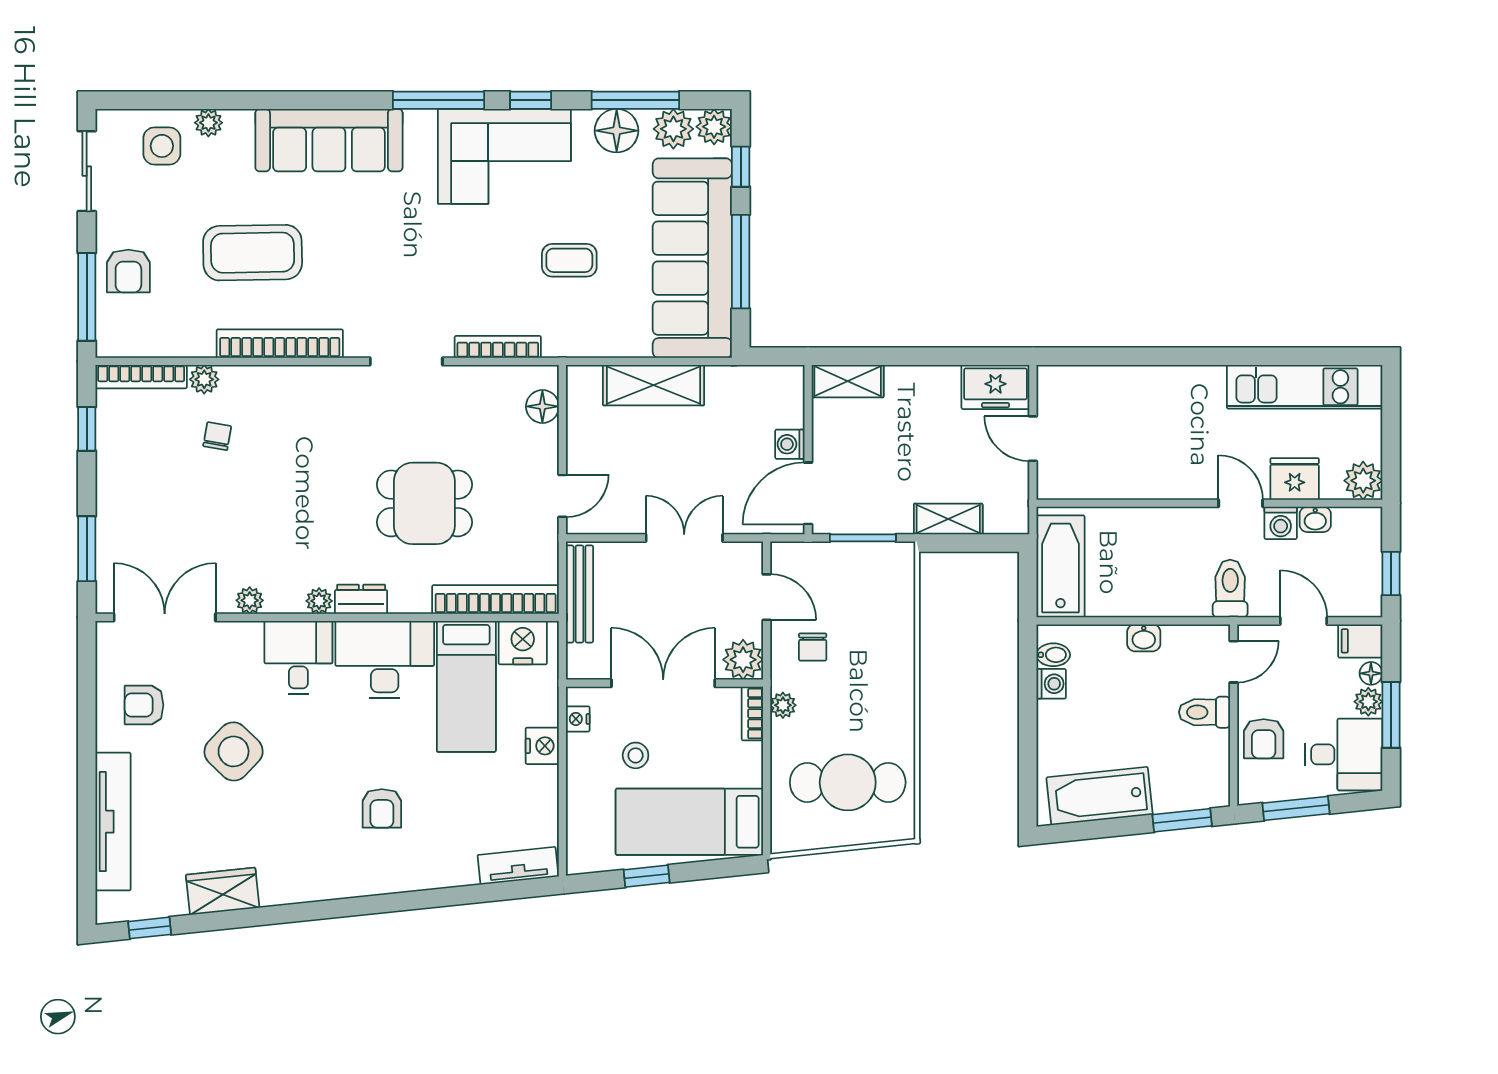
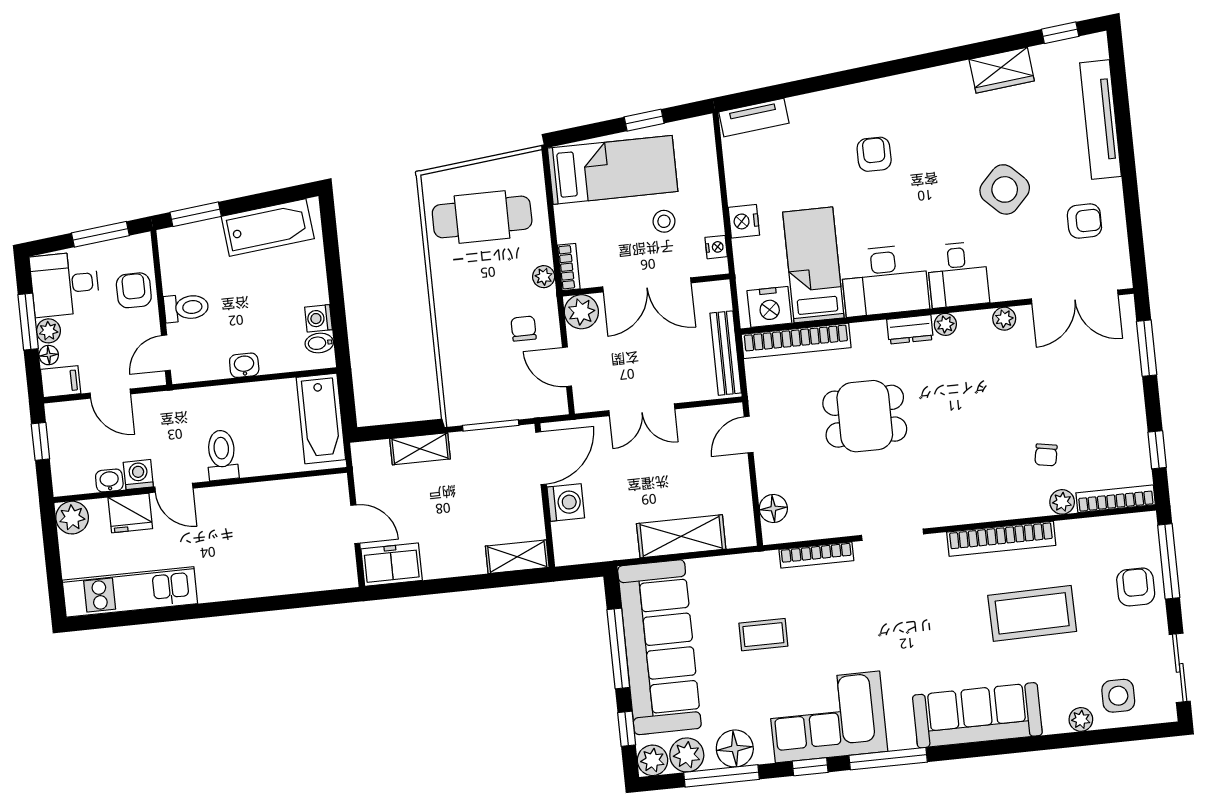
washing machine: (790, 444) -> (566, 502), width x1.38, depth x1.38
toilet: (1230, 588) -> (222, 455), moved, turned 180

